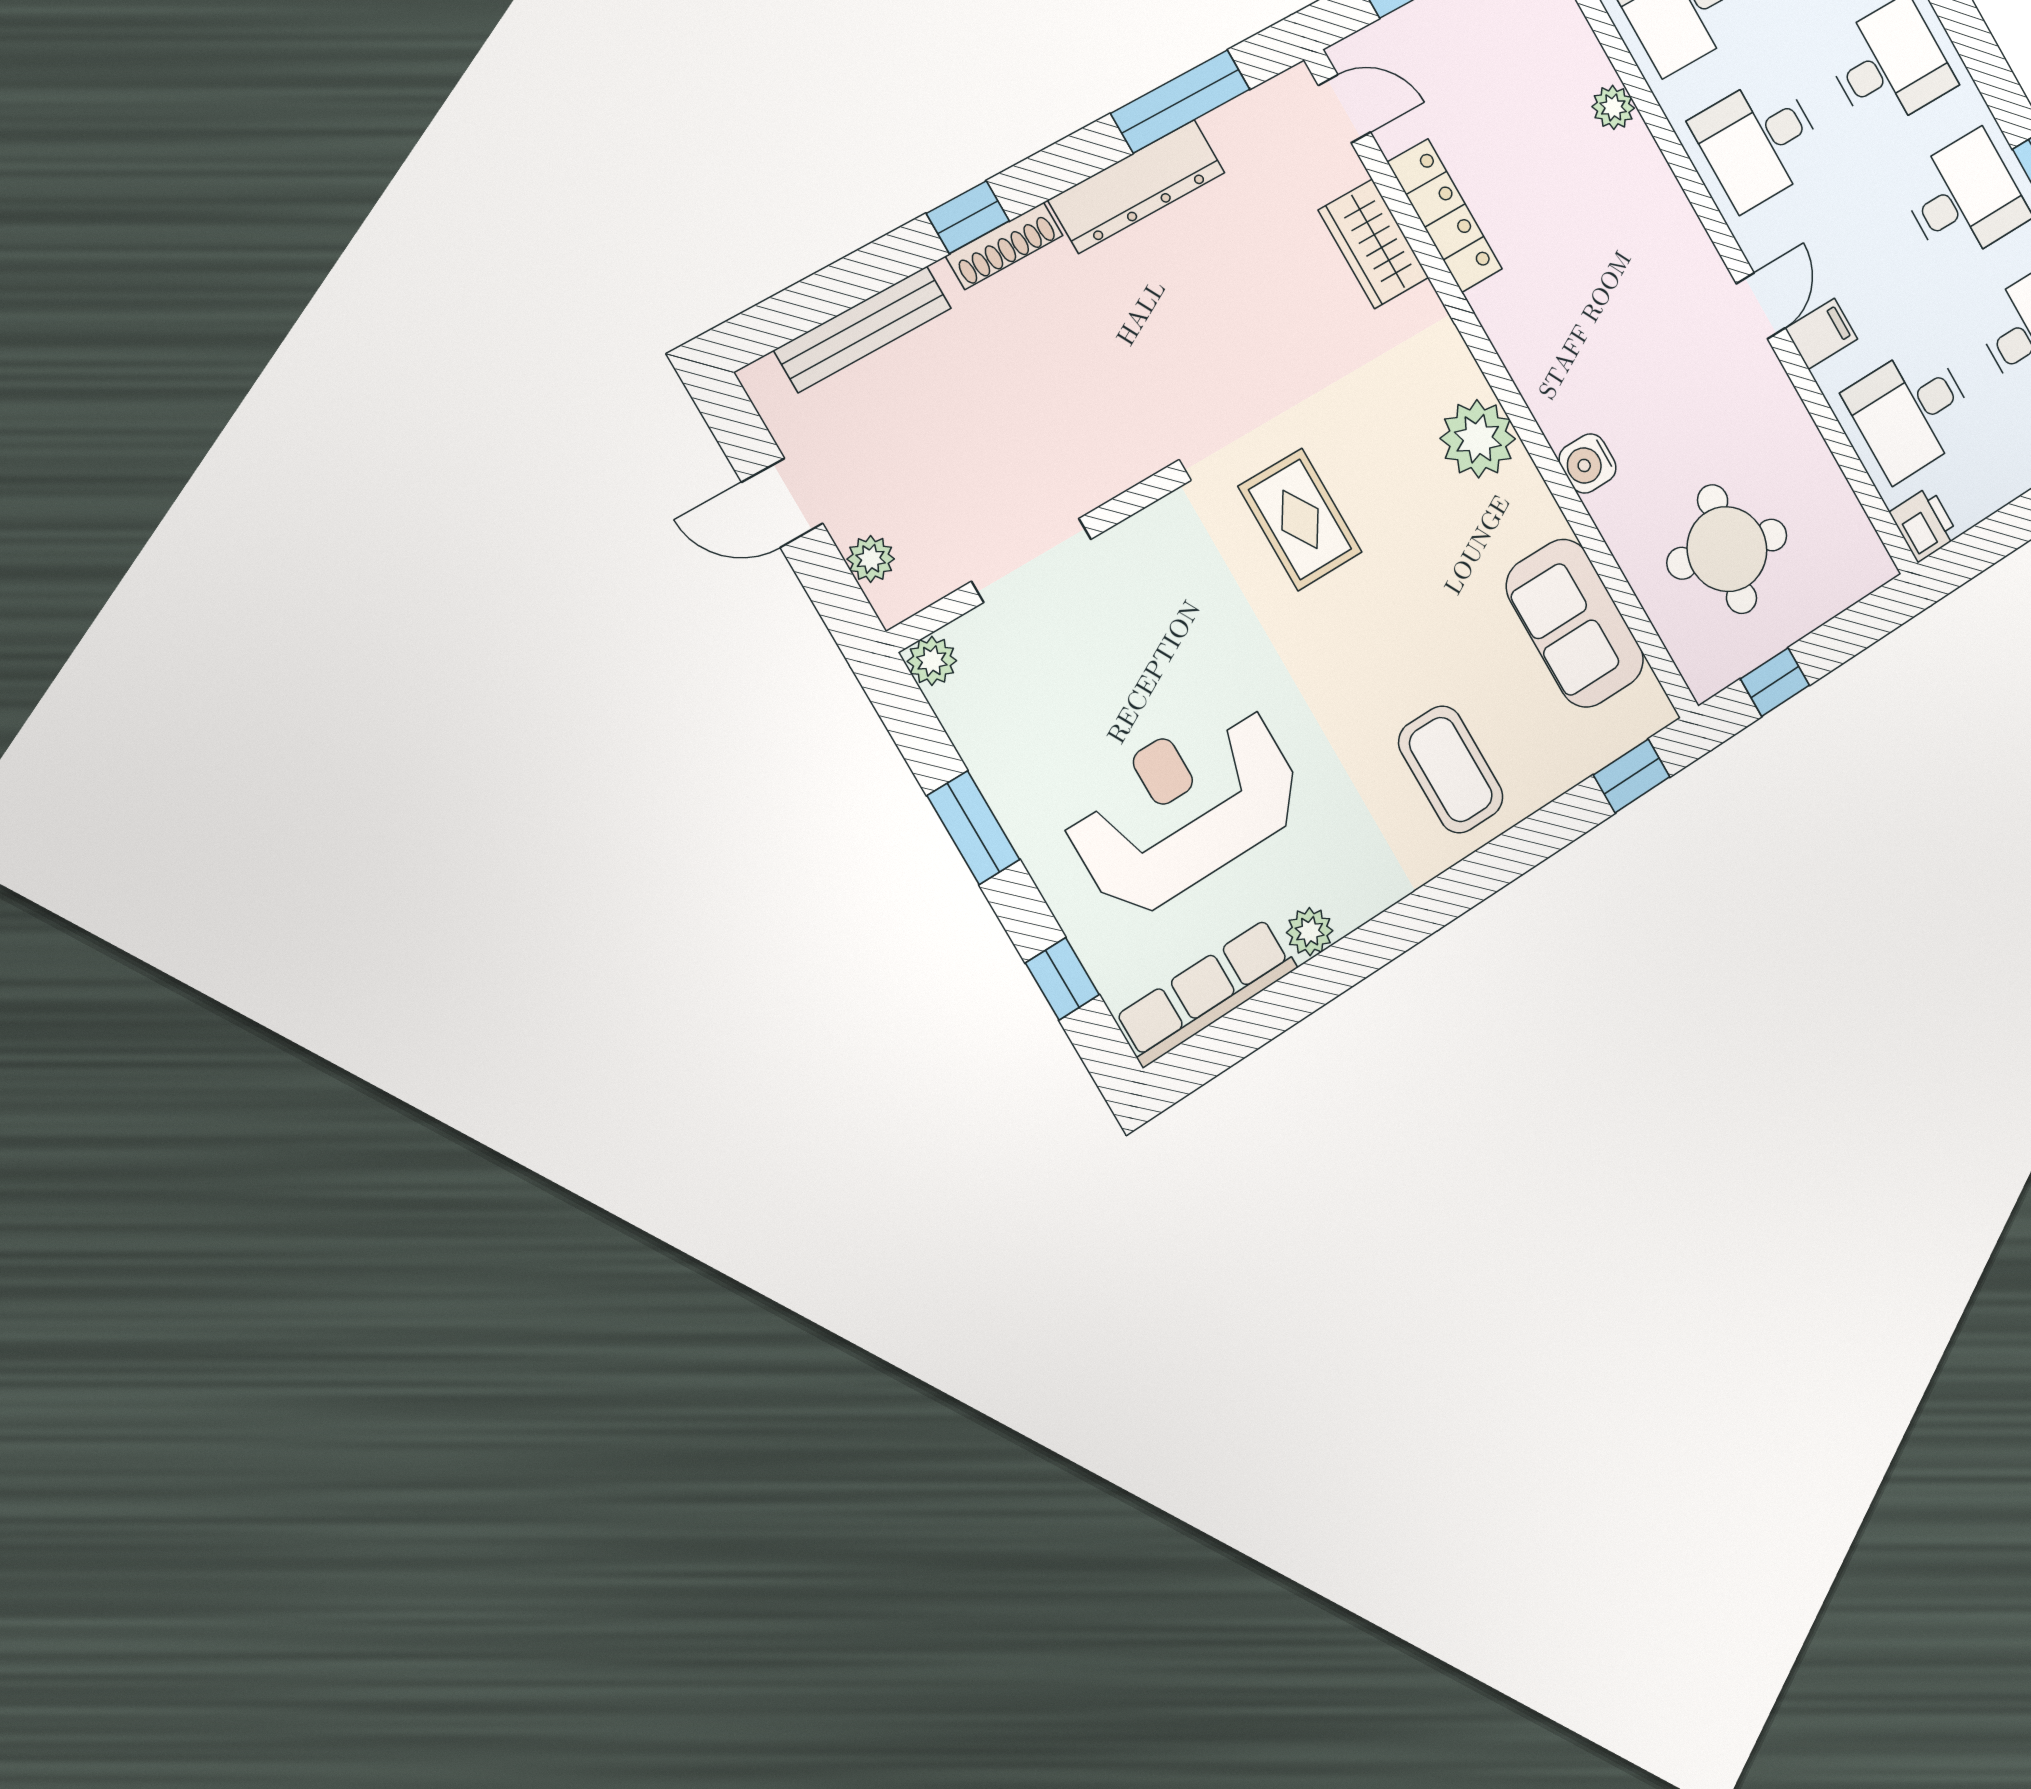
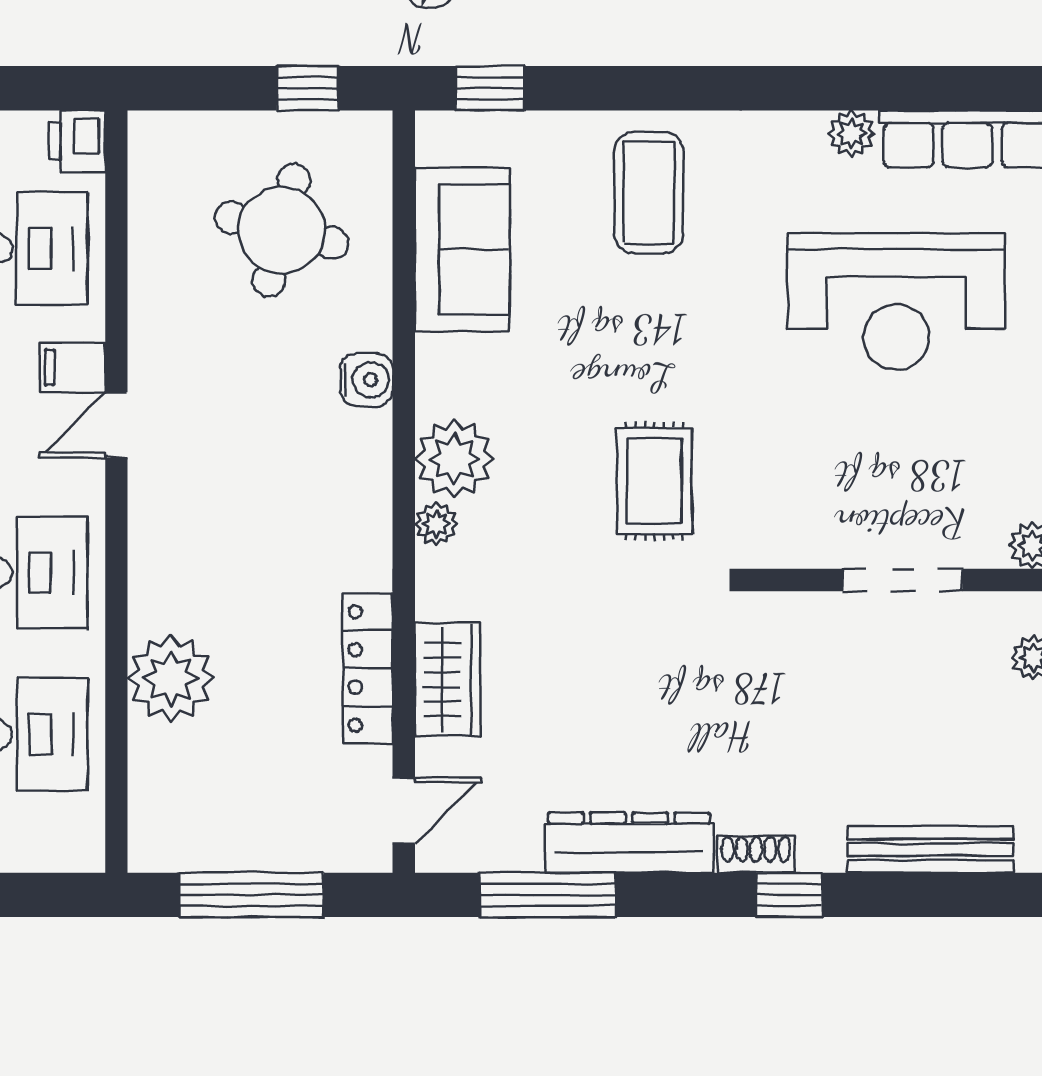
plant: (1613, 107) -> (171, 678), width x1.88, depth x1.88
door: (1344, 109) -> (404, 811), swing flipped
shoe rack: (1004, 246) -> (756, 854), width x0.70
plant: (1460, 373) -> (436, 524), added

